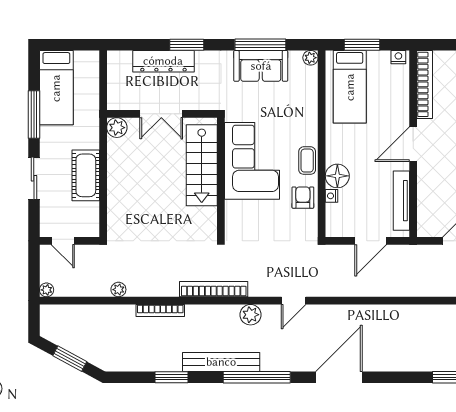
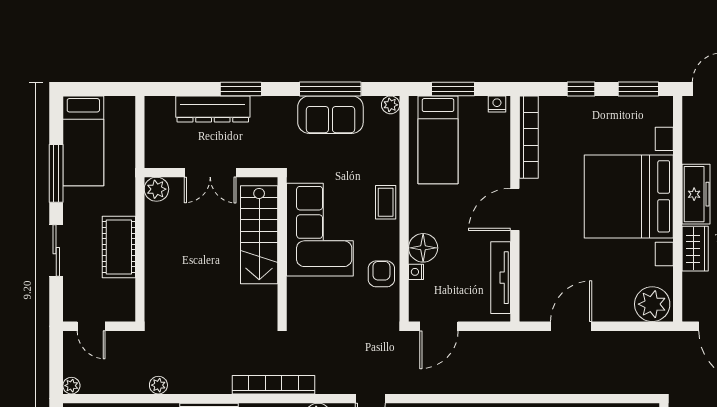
coffee table: (307, 161) -> (386, 202), moved
door: (371, 241) -> (439, 326), moved

